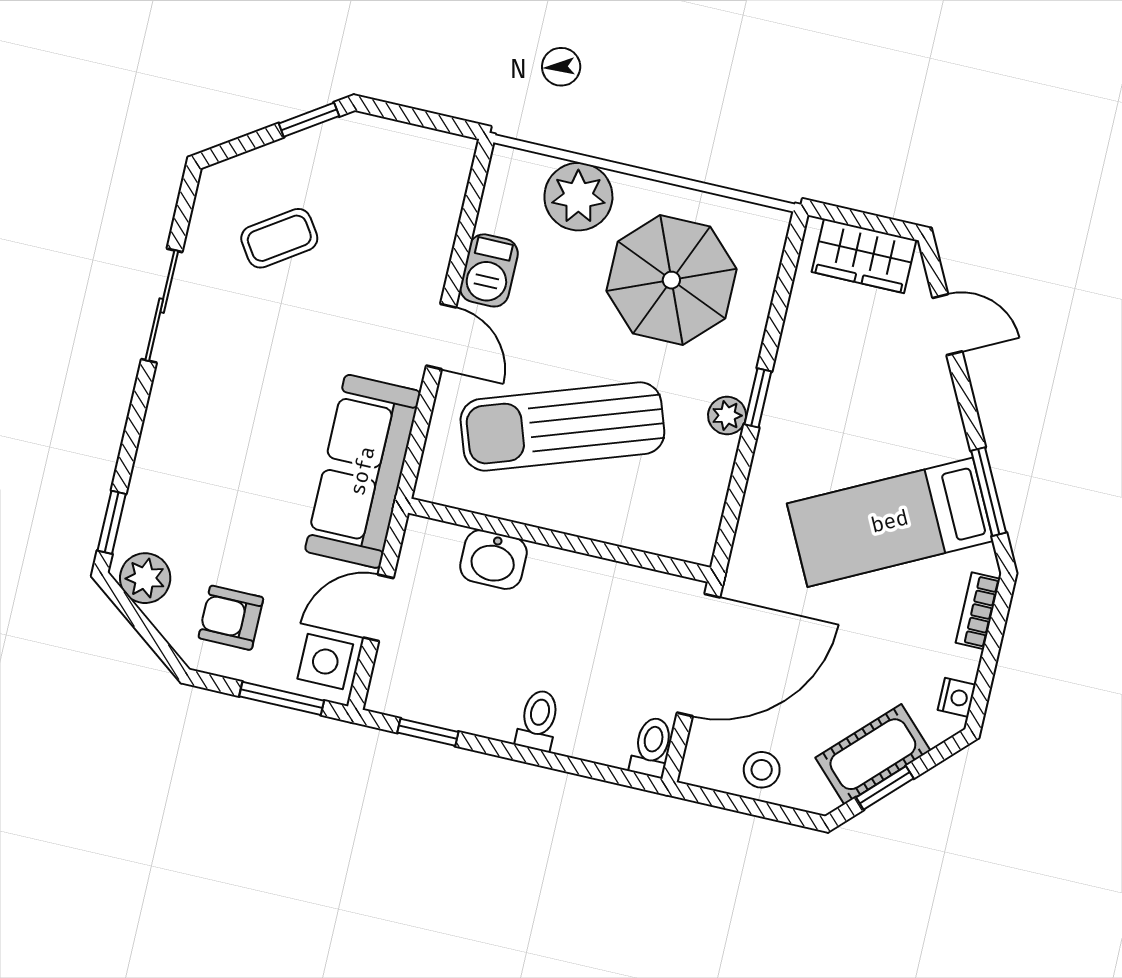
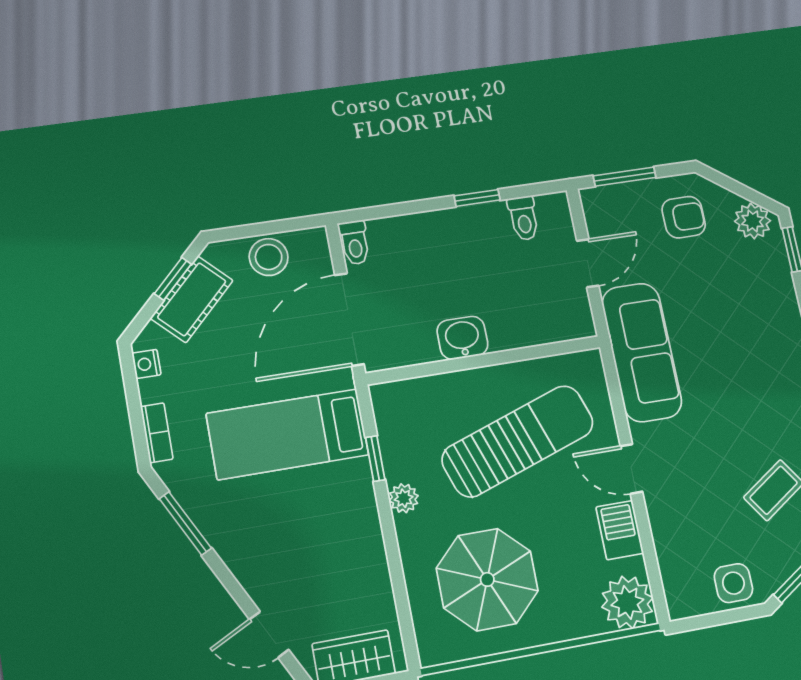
plant: (578, 197) -> (627, 602), moved
window: (758, 398) -> (375, 459), moved
bed: (890, 522) -> (288, 434), moved, turned -153
washbasin: (493, 560) -> (462, 338), moved
side table: (325, 662) -> (733, 583), moved
toilet: (538, 720) -> (524, 218), moved
window: (428, 732) -> (477, 198), moved
stool: (762, 770) -> (269, 257), width x1.37, depth x1.37

